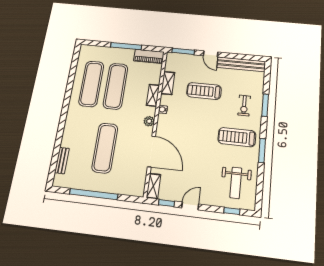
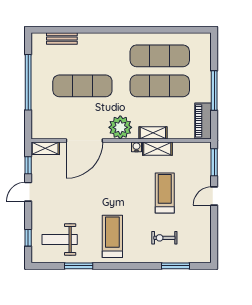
bench: (241, 64) -> (204, 234), removed
shelving: (168, 83) -> (157, 149), moved
window: (265, 105) -> (176, 266), moved
exercise bike: (244, 106) -> (164, 238), moved
plant: (149, 121) -> (120, 127), width x1.88, depth x1.88
window: (262, 151) -> (79, 266), moved
door: (190, 206) -> (28, 192), swing flipped

